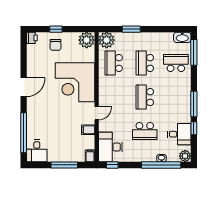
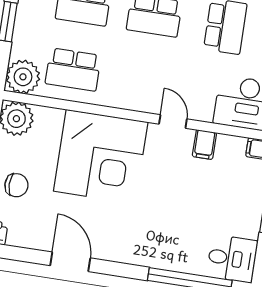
door: (24, 87) -> (70, 262), moved

